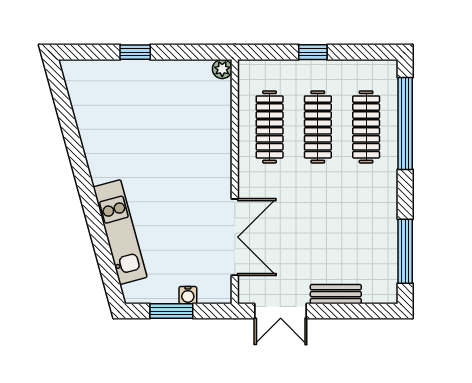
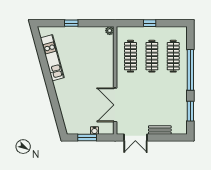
window: (405, 123) -> (190, 70), moved
kitchen unit: (120, 232) -> (52, 58), moved
double door: (235, 237) -> (115, 105), swing flipped
window: (405, 251) -> (190, 111), width x0.69

